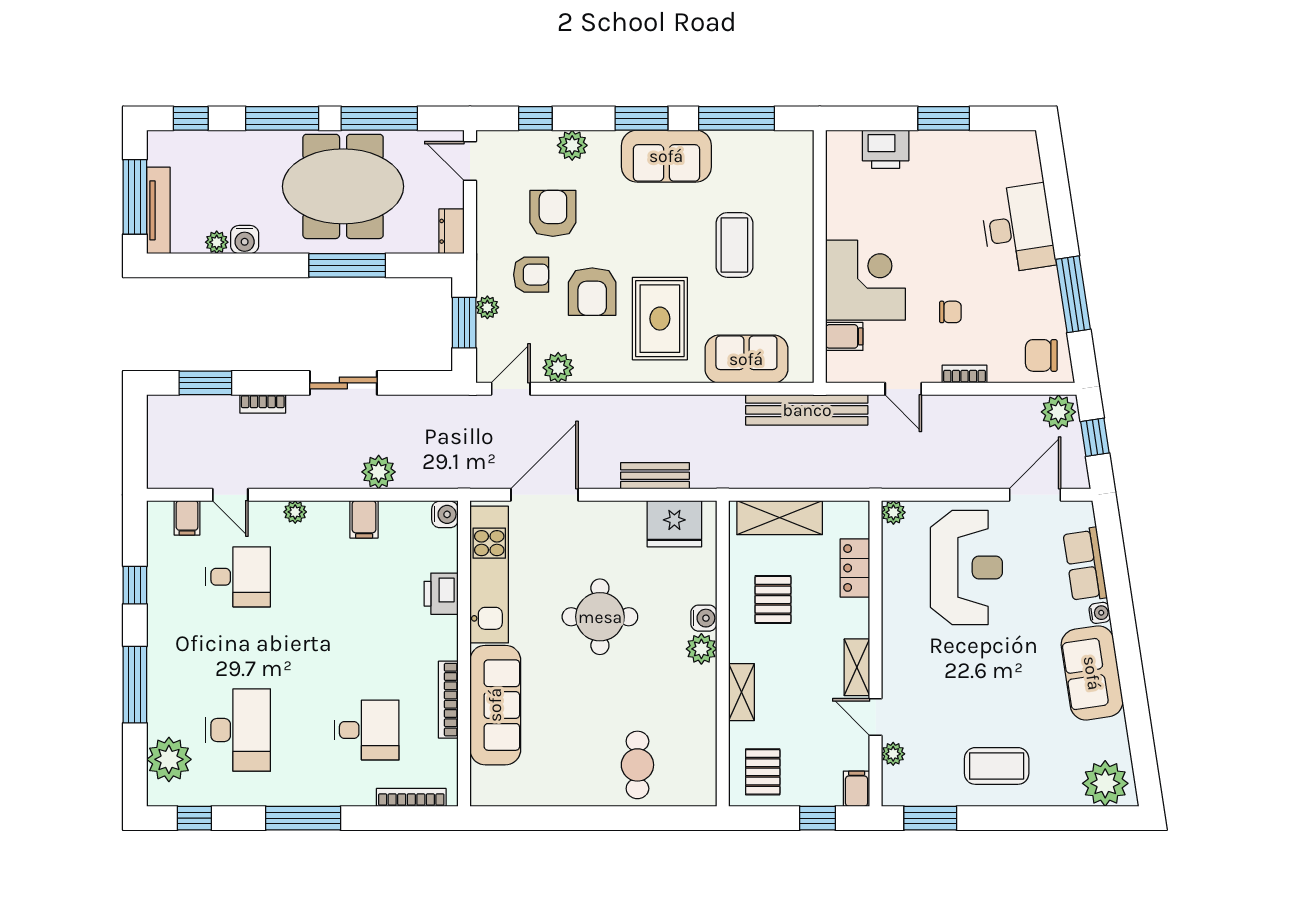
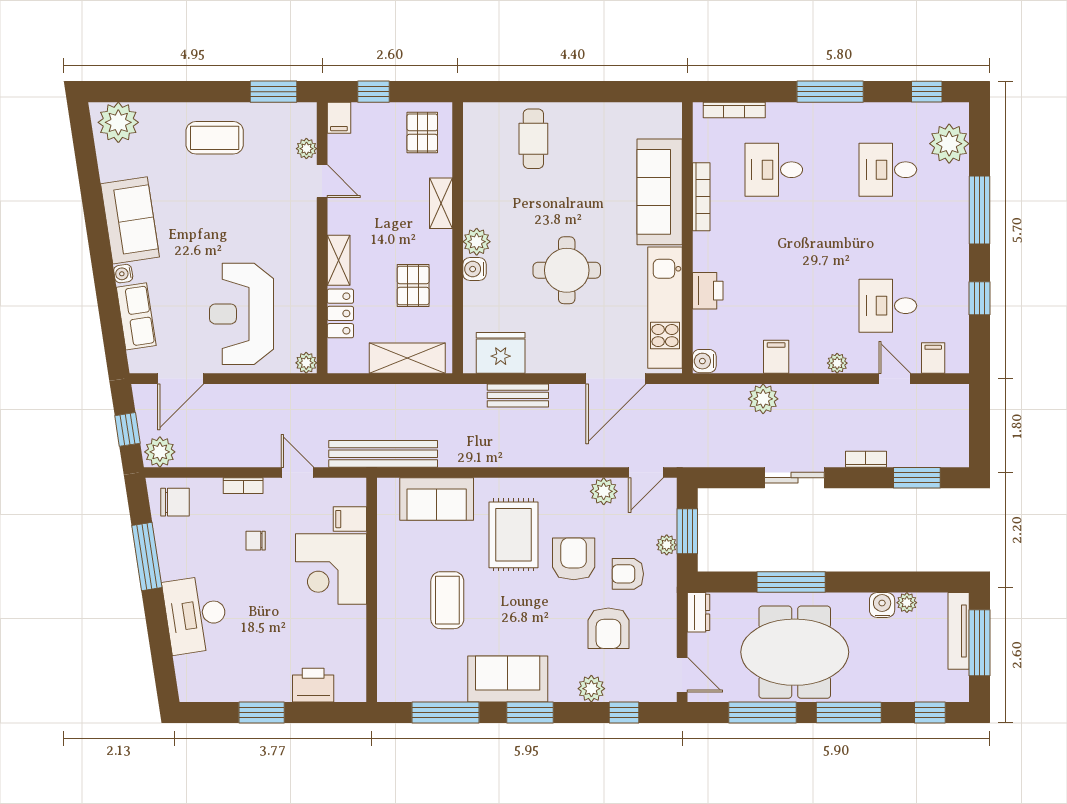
shelving: (857, 667) -> (339, 260), moved
desk: (238, 730) -> (888, 170), width x0.73

